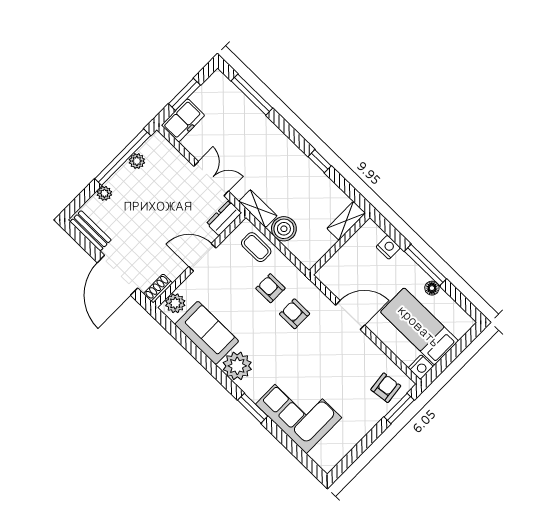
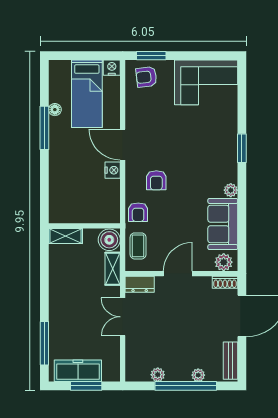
freezer: (183, 120) -> (78, 371), moved, width x1.40
window: (123, 157) -> (186, 386), moved
window: (320, 161) -> (44, 259), removed
shelving: (346, 221) -> (66, 236), moved
wall: (339, 244) -> (84, 226), moved
nightstand: (388, 247) -> (113, 170), moved, turned 180
door: (202, 257) -> (178, 274), swing flipped
armchair: (270, 288) -> (138, 212), moved
plant: (237, 366) -> (231, 190), width x0.53, depth x0.53
corner sofa: (299, 411) -> (206, 82), moved, turned -90

